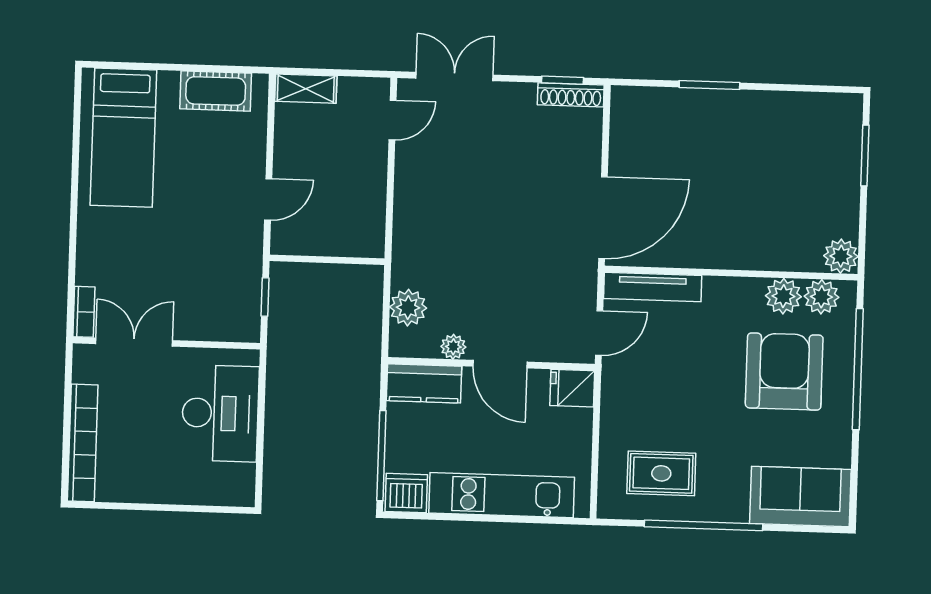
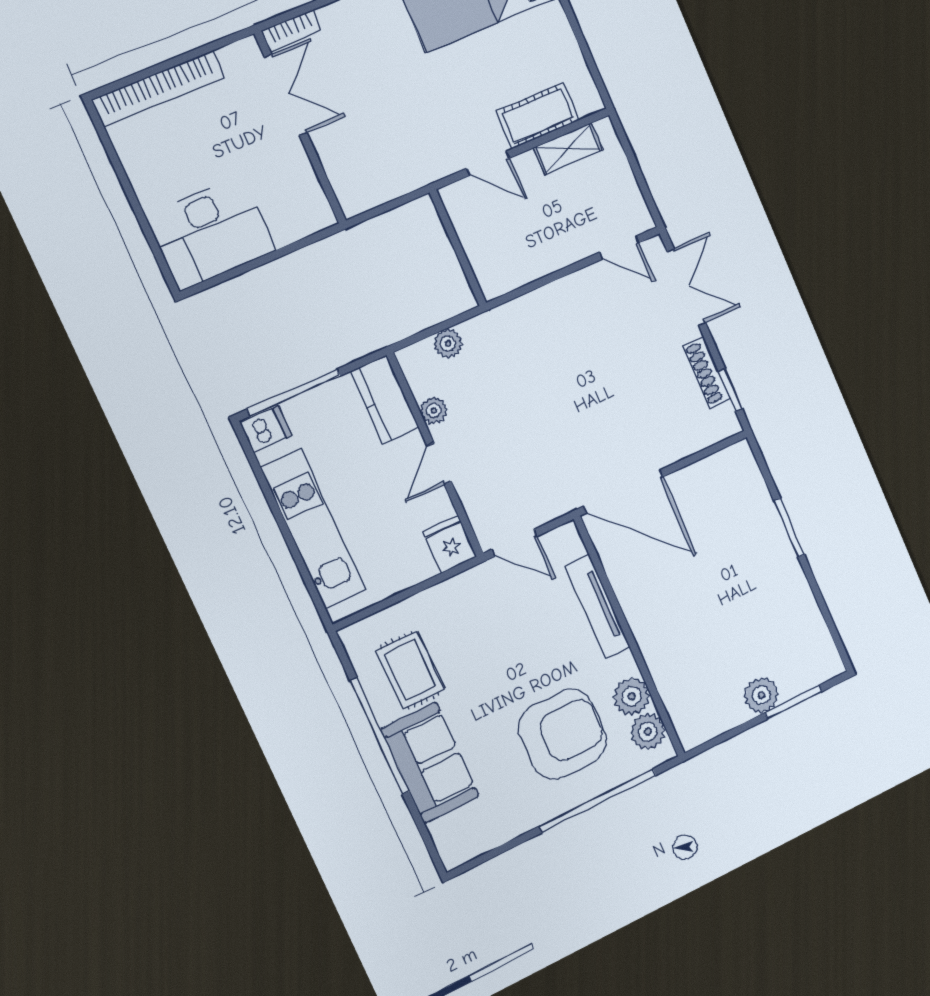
shelving: (306, 89) -> (568, 149), moved, turned 90
cot: (216, 91) -> (538, 116), moved, turned 90
shoe rack: (571, 95) -> (707, 372), moved
plant: (841, 256) -> (761, 695), moved
tv unit: (653, 287) -> (597, 607), moved
window: (265, 297) -> (393, 204), removed
plant: (408, 308) -> (448, 344), width x0.73, depth x0.73
door: (500, 364) -> (439, 464), width x0.73
desk: (220, 413) -> (211, 233), moved
dishwasher: (406, 493) -> (266, 429), width x0.73
sofa: (800, 497) -> (430, 763), moved

